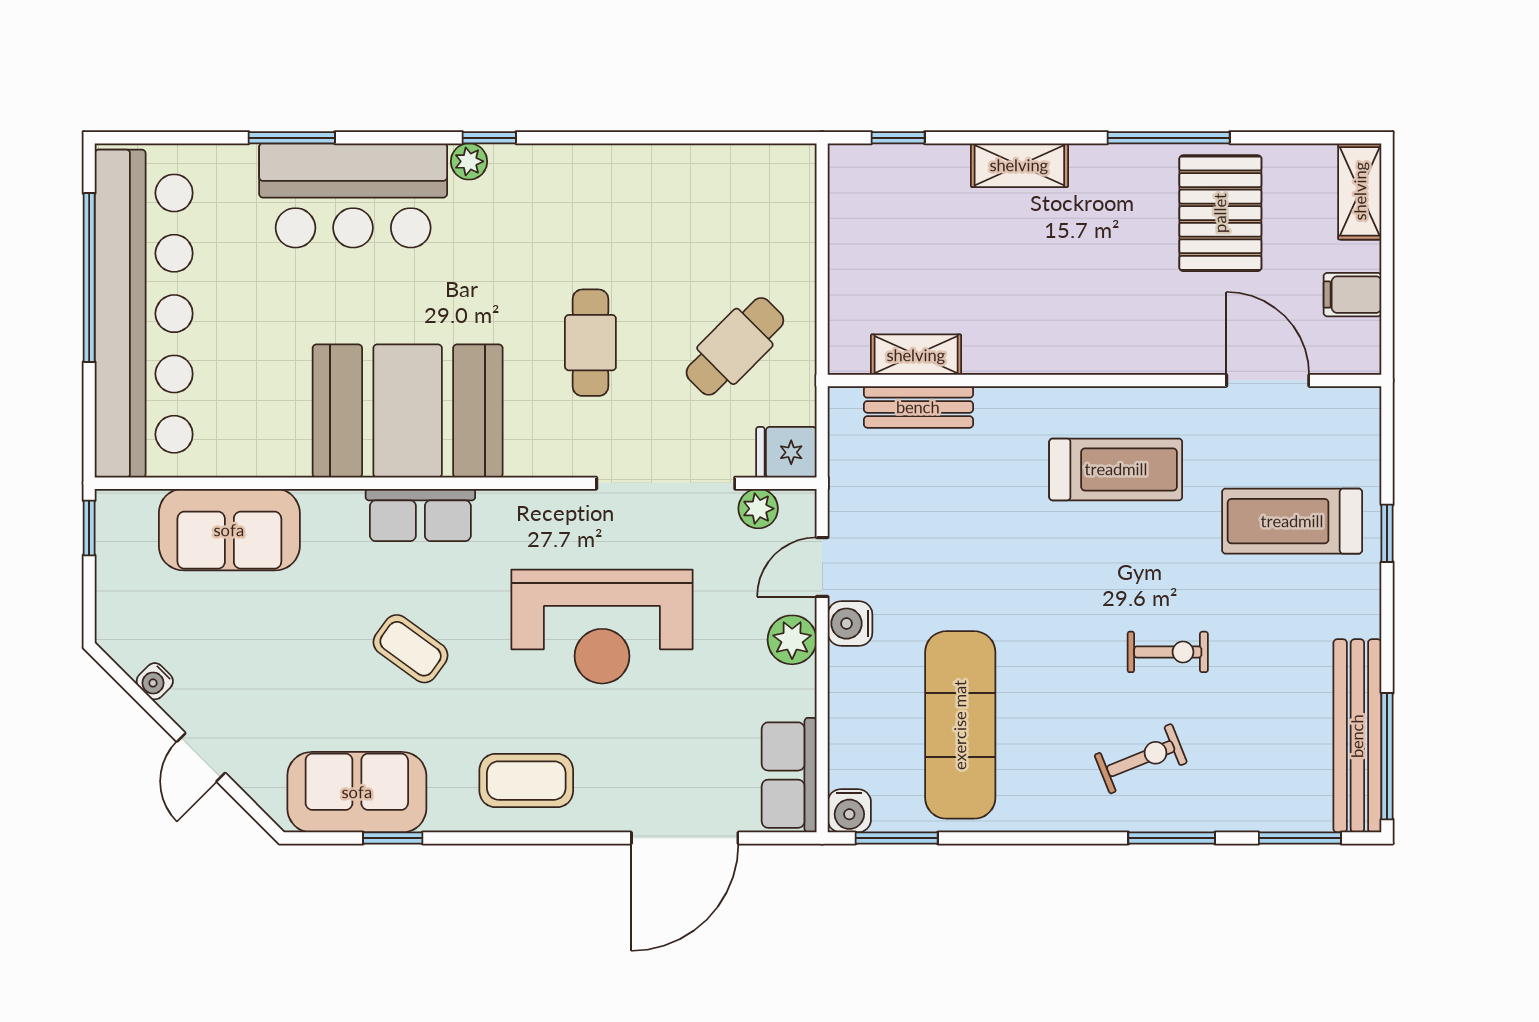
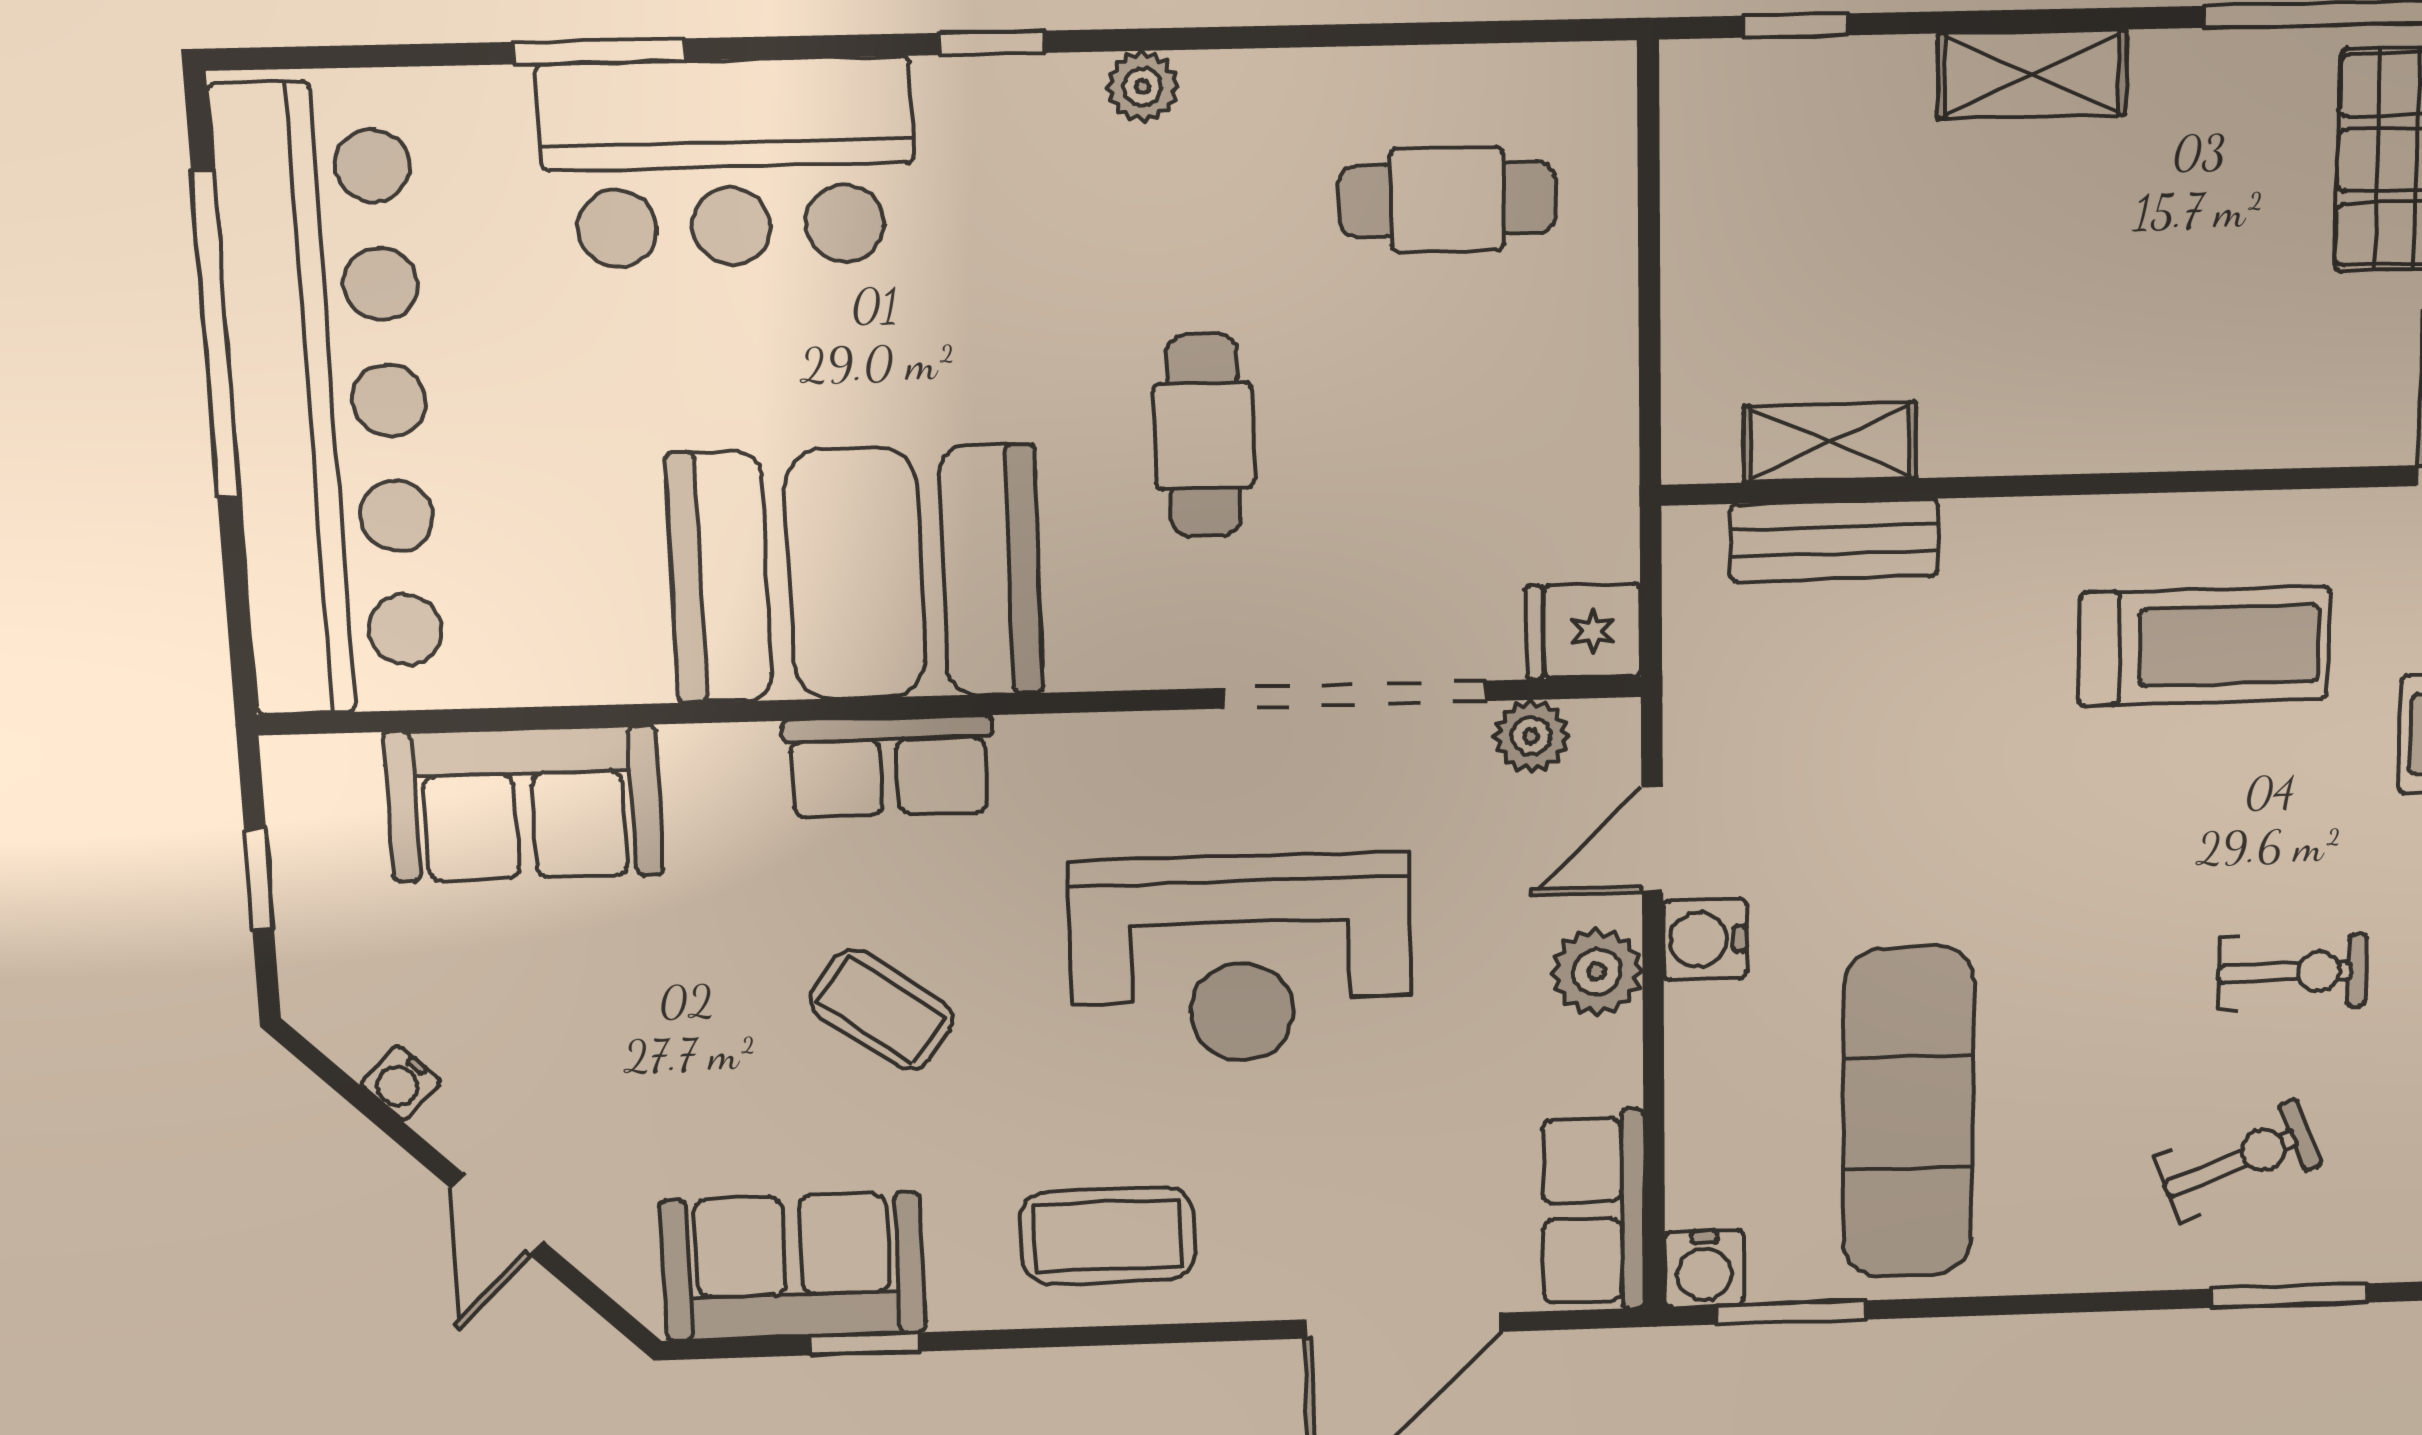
plant: (469, 161) -> (1142, 87), moved
cafe table: (735, 346) -> (1447, 199), moved, turned 45
window: (89, 528) -> (259, 879), moved

